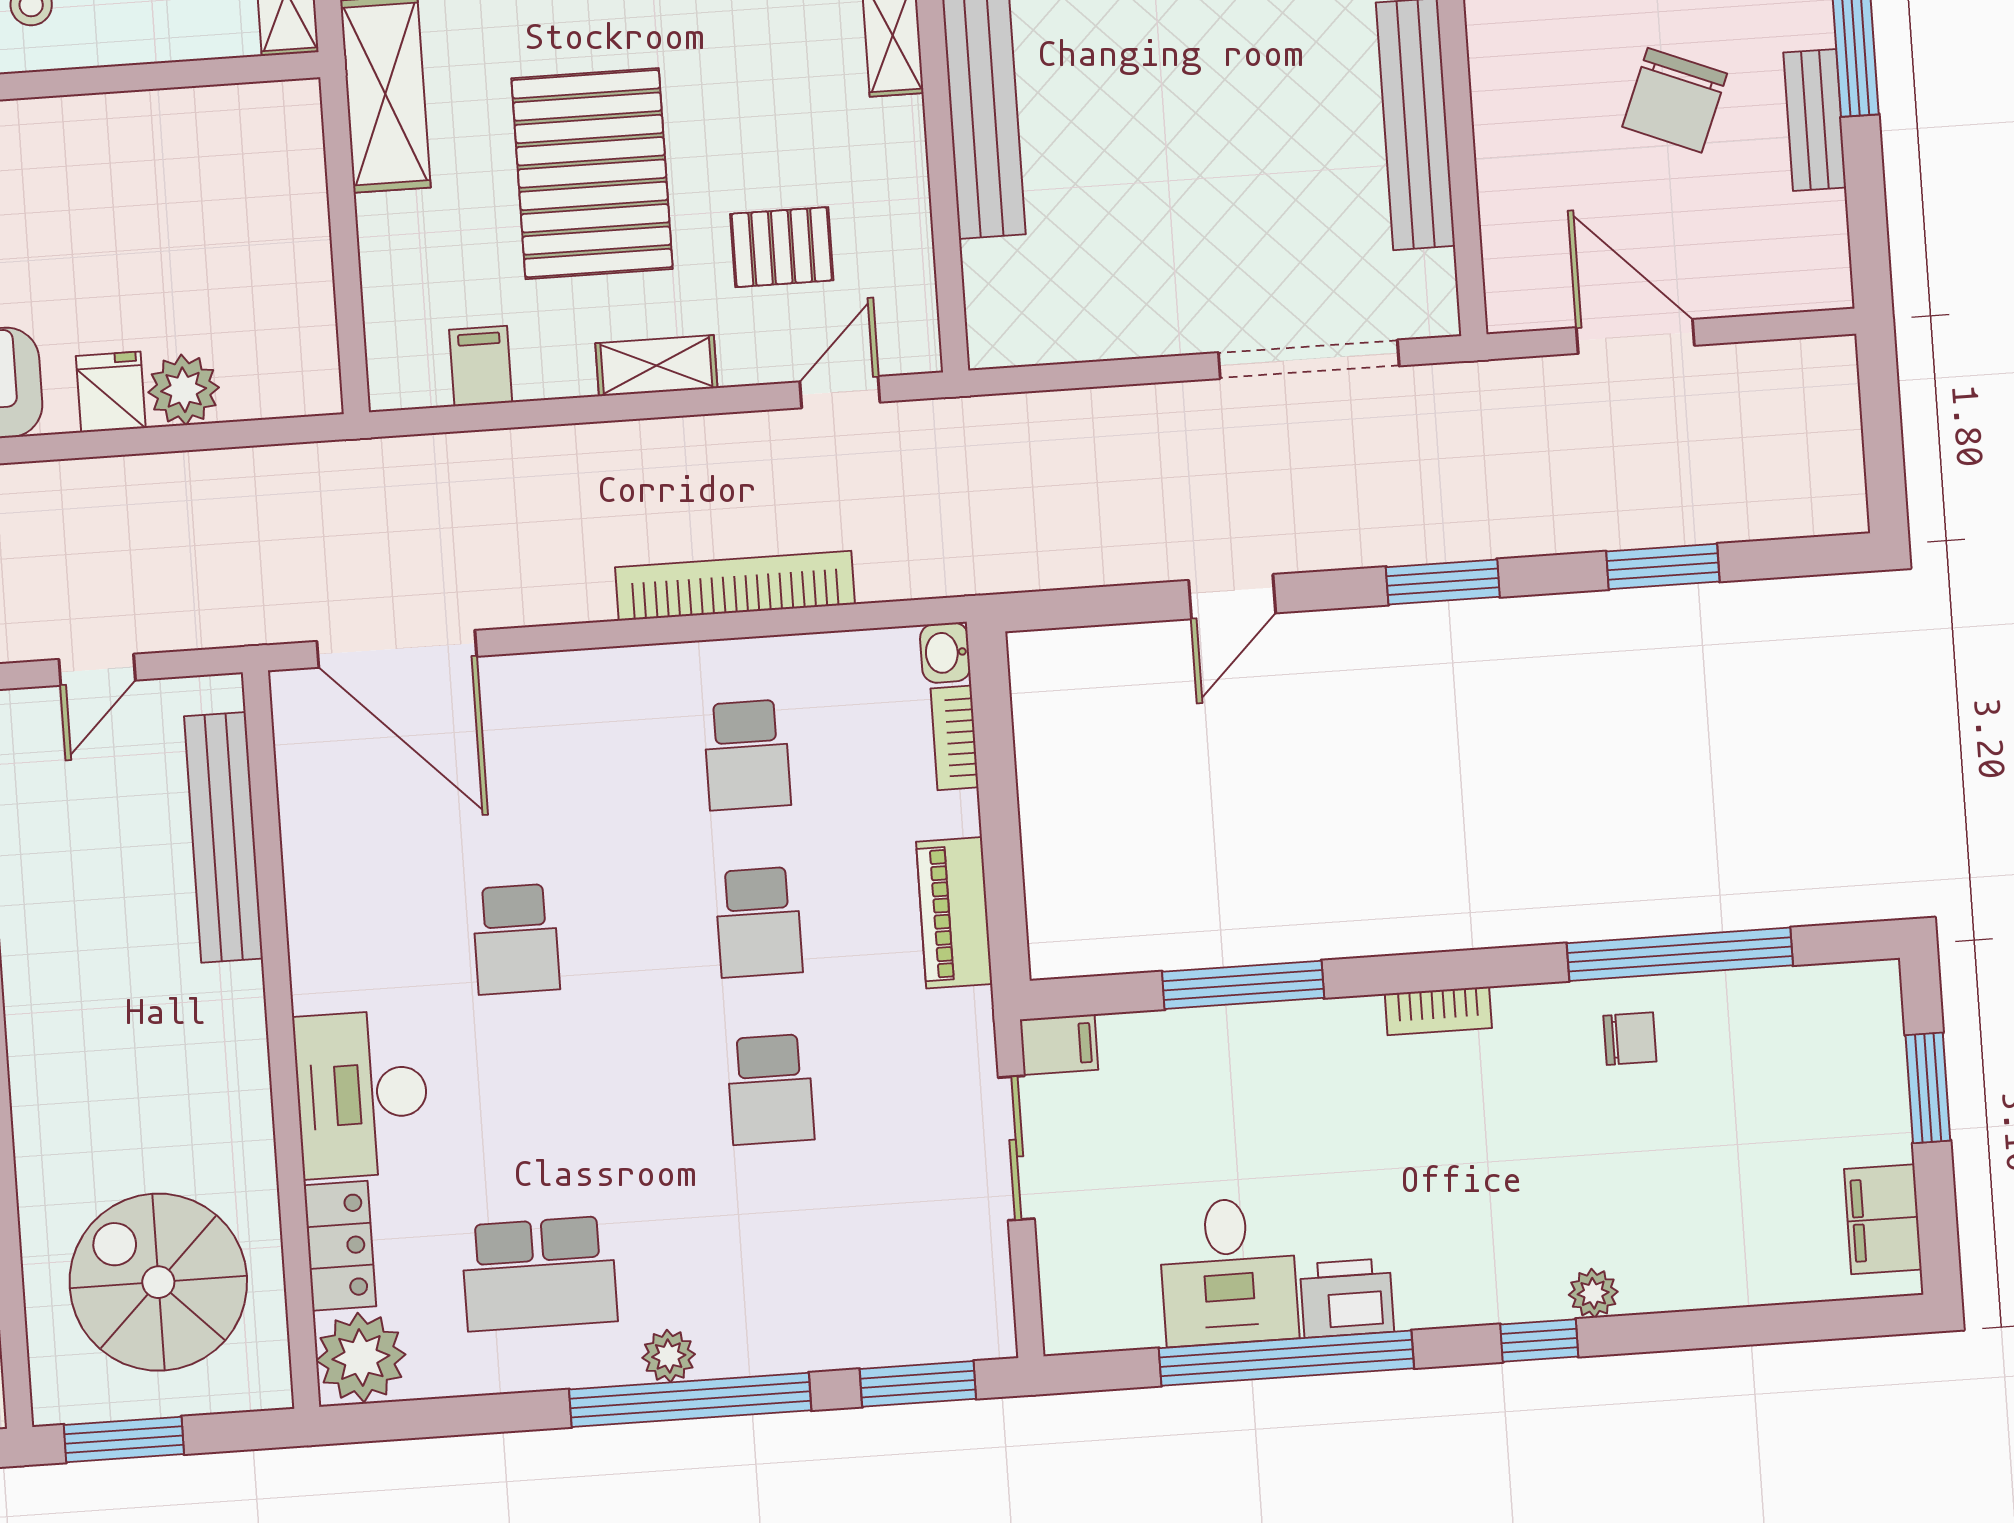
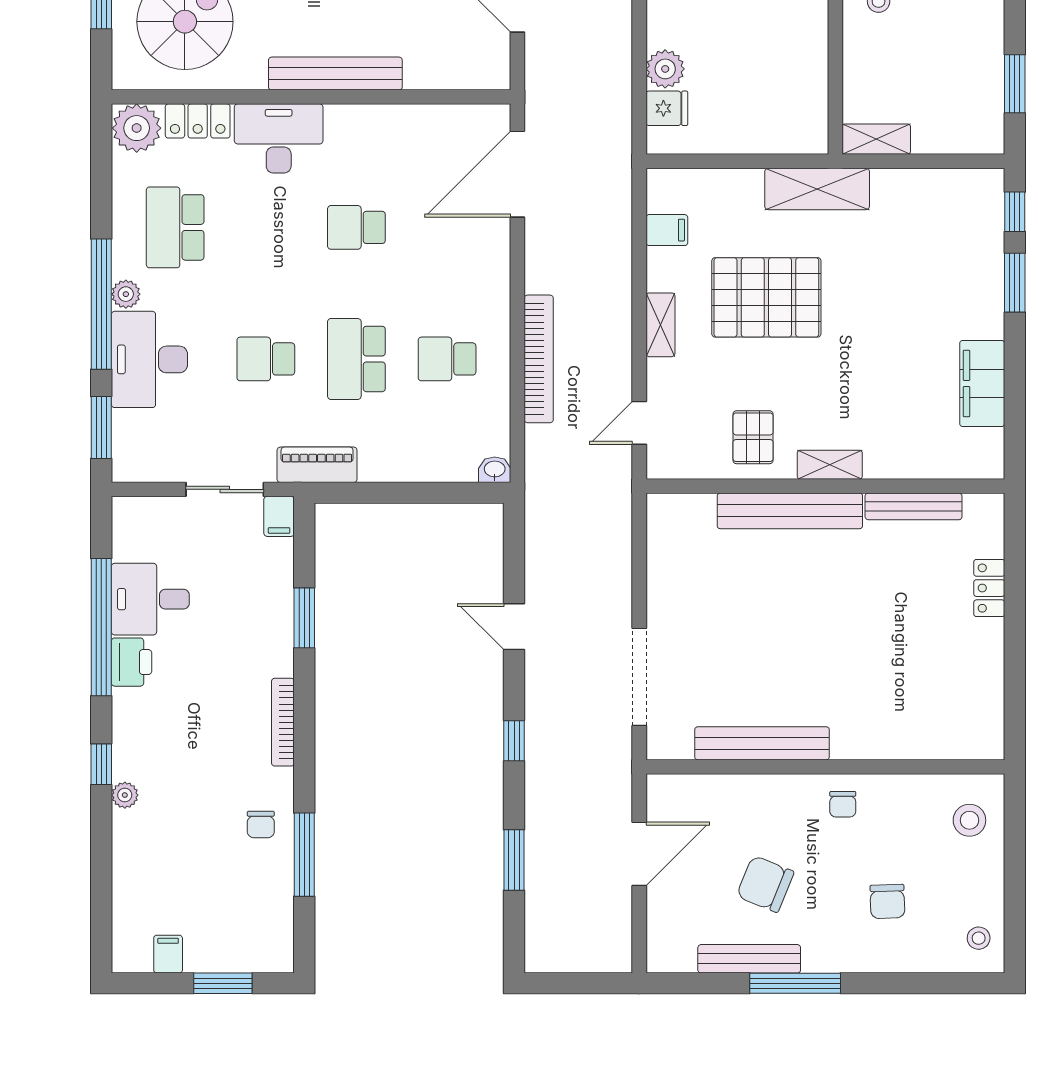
bench: (1815, 120) -> (749, 959), width x1.36
pallet: (782, 247) -> (753, 437), moved
fridge: (111, 392) -> (667, 108), moved
door: (840, 392) -> (639, 423), swing flipped
window: (1443, 582) -> (514, 741), width x0.67
bookcase: (955, 738) -> (448, 472), removed
bench: (224, 837) -> (335, 74), moved
piano: (954, 913) -> (317, 465), moved
school desk: (759, 922) -> (356, 359), width x1.85
window: (1680, 954) -> (304, 855), width x0.68
window: (1243, 985) -> (304, 618), width x0.69
bookcase: (1438, 1011) -> (283, 722), width x1.56
filing cabinet: (1883, 1219) -> (168, 954), width x0.50
desk: (786, 1304) -> (149, 359), added

